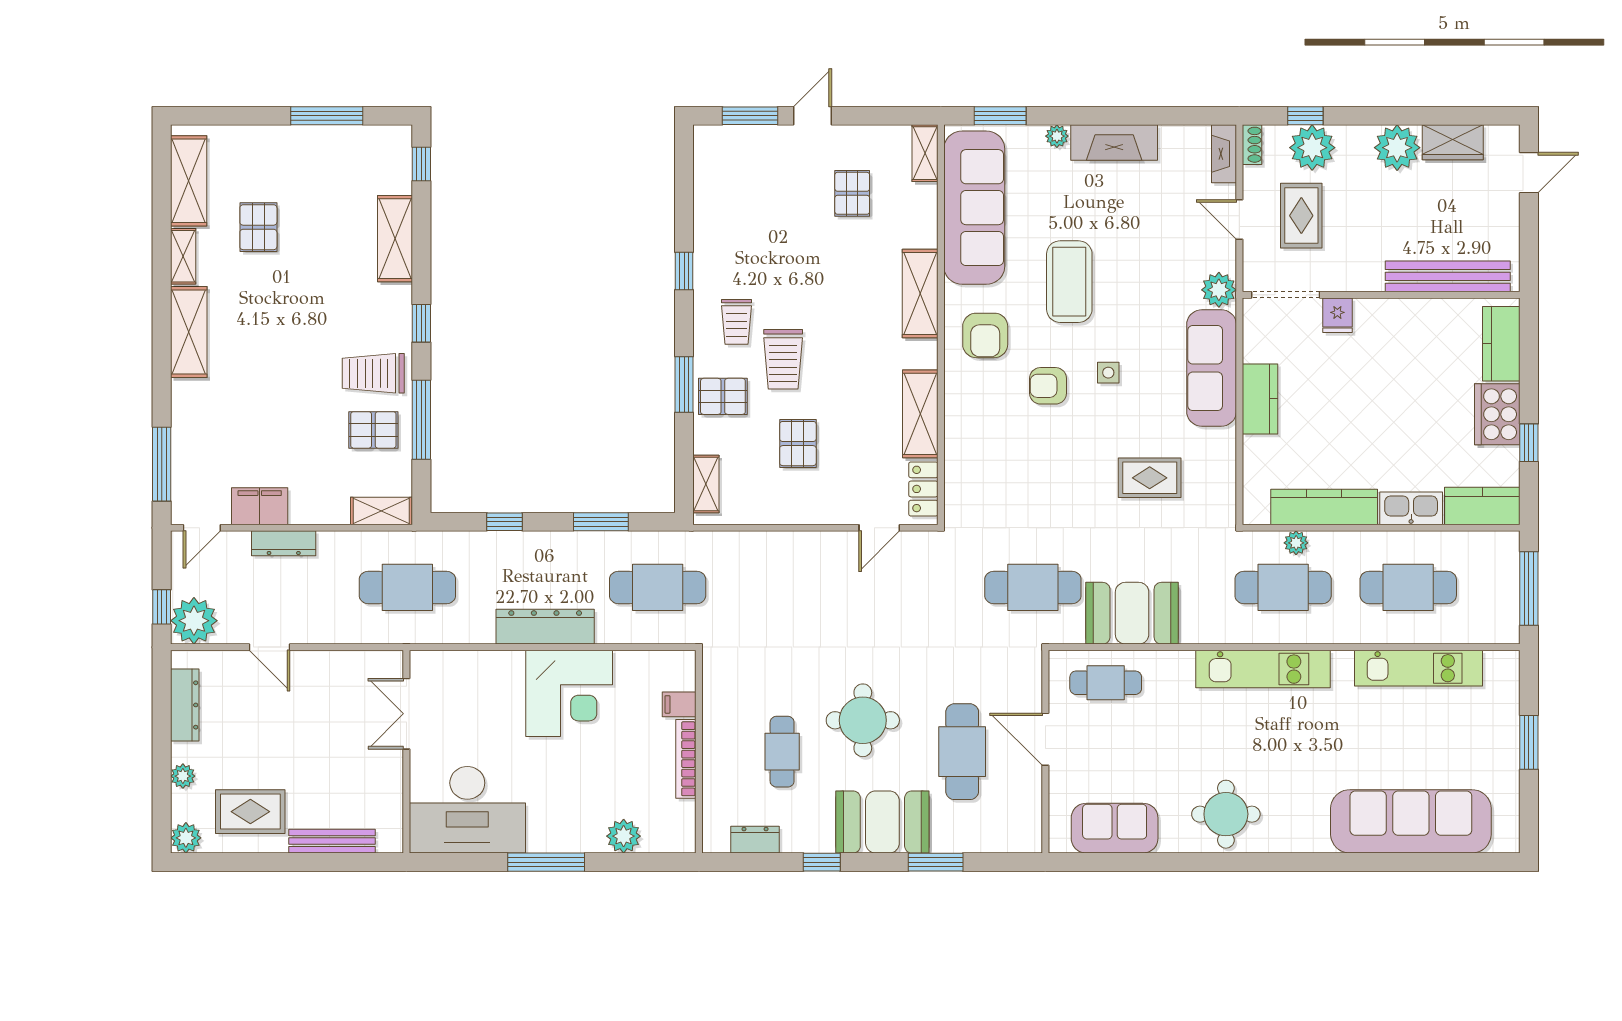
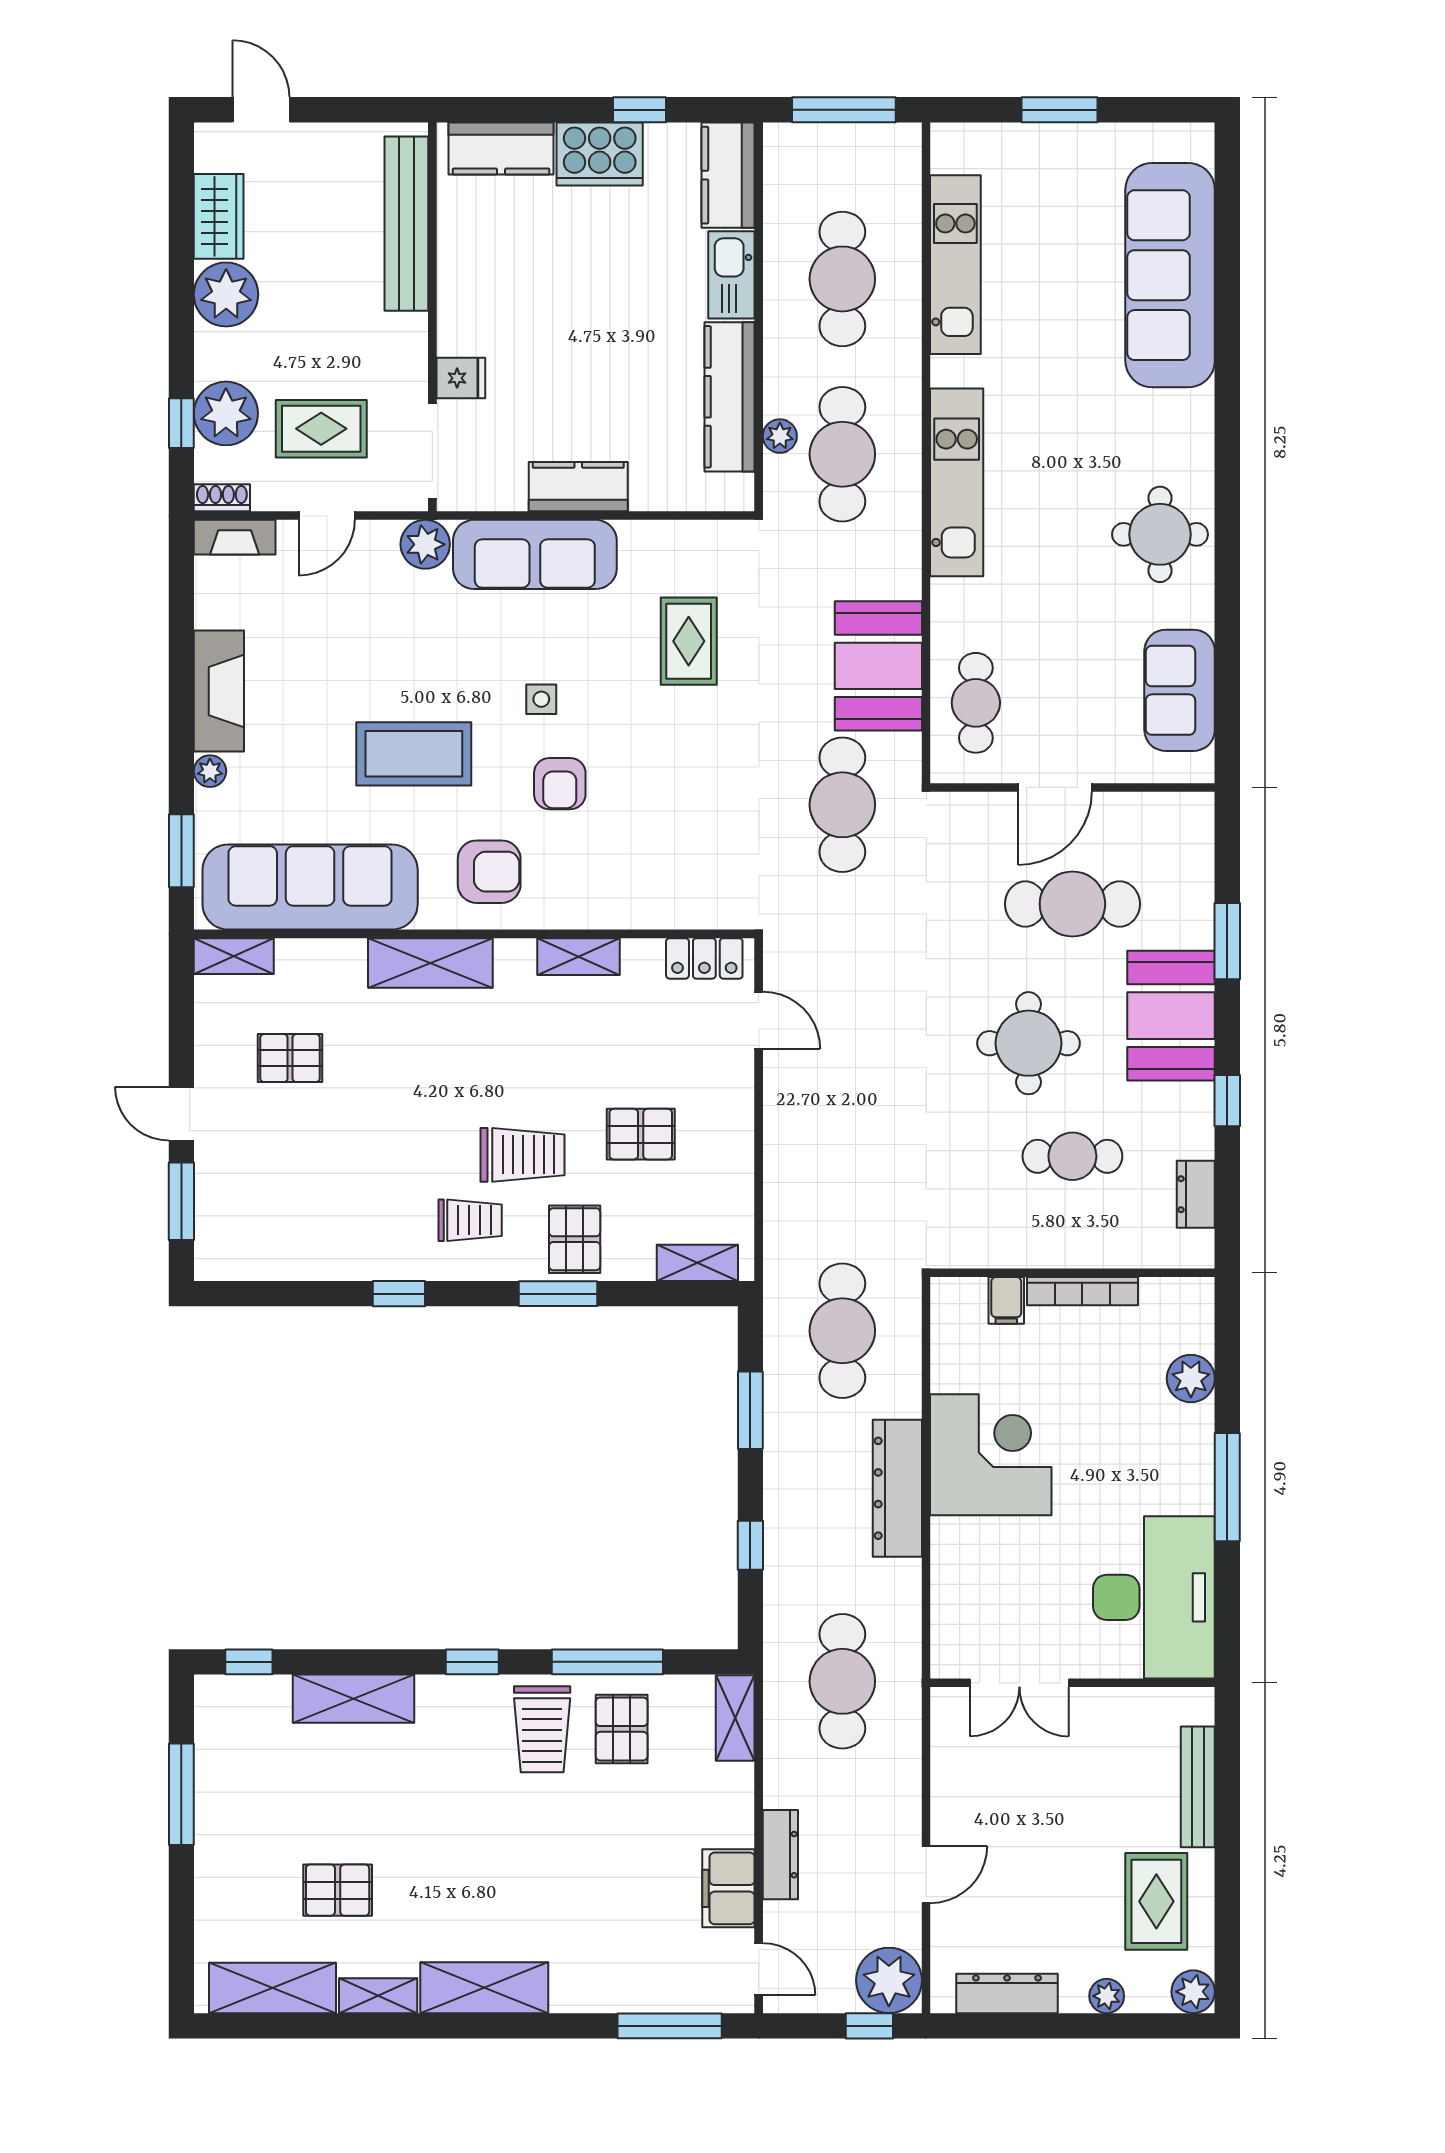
shelving: (920, 414) -> (579, 957), width x0.67, depth x0.75

